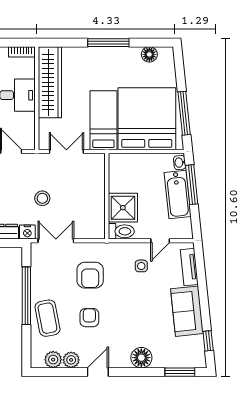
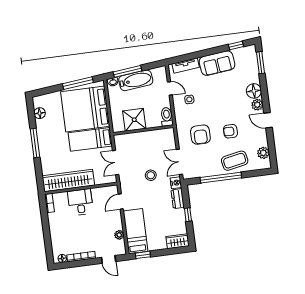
shower: (123, 208) -> (134, 120), moved
armchair: (90, 275) -> (200, 135), turned 90
plant: (71, 360) -> (257, 105), moved

